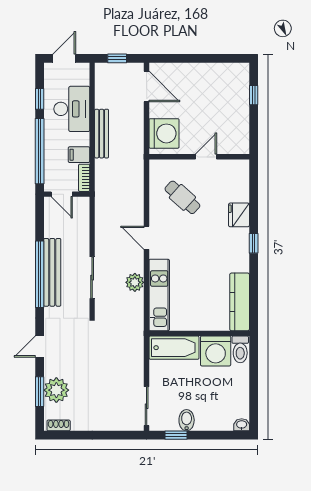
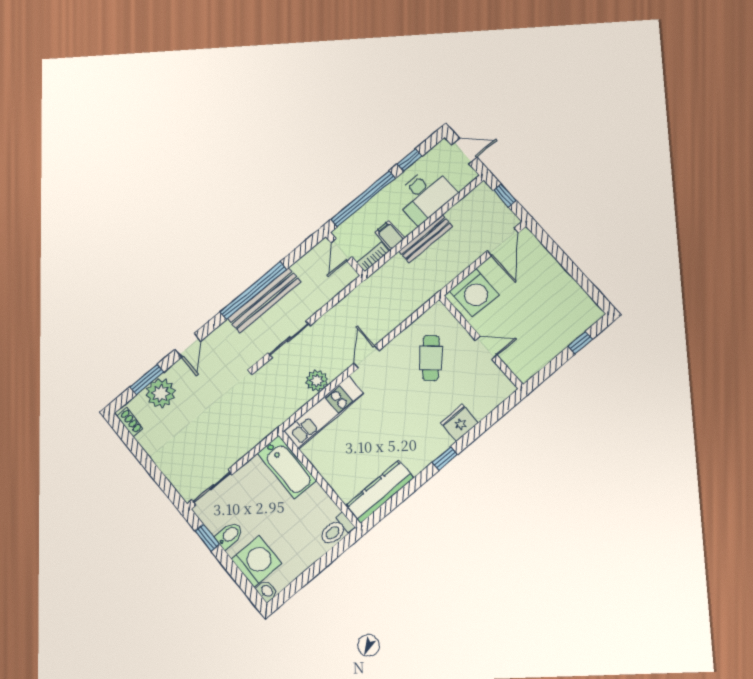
door: (40, 347) -> (188, 345), swing flipped
washing machine: (216, 351) -> (257, 561), moved, turned 180

